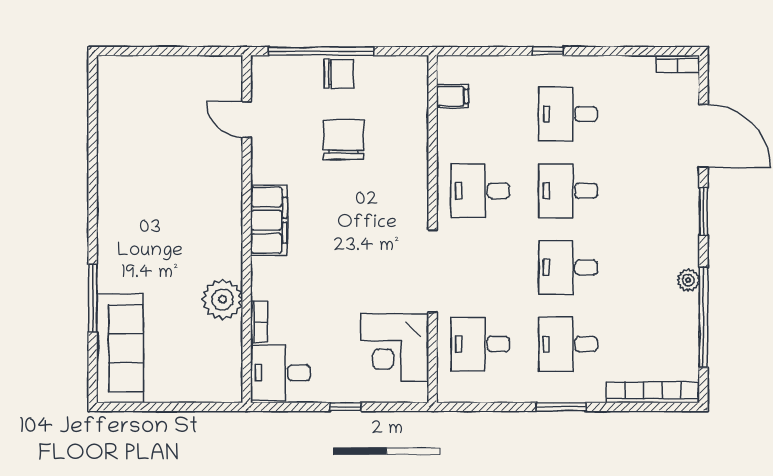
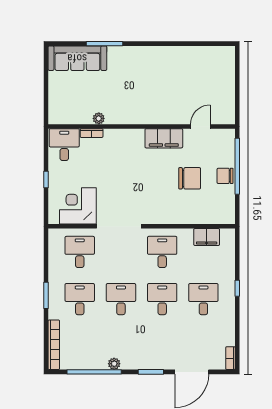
chair: (339, 74) -> (225, 176), turned 90
filing cabinet: (452, 96) -> (207, 237), width x2.00
filing cabinet: (269, 220) -> (164, 138), moved
plant: (222, 299) -> (99, 118), width x0.53, depth x0.53

